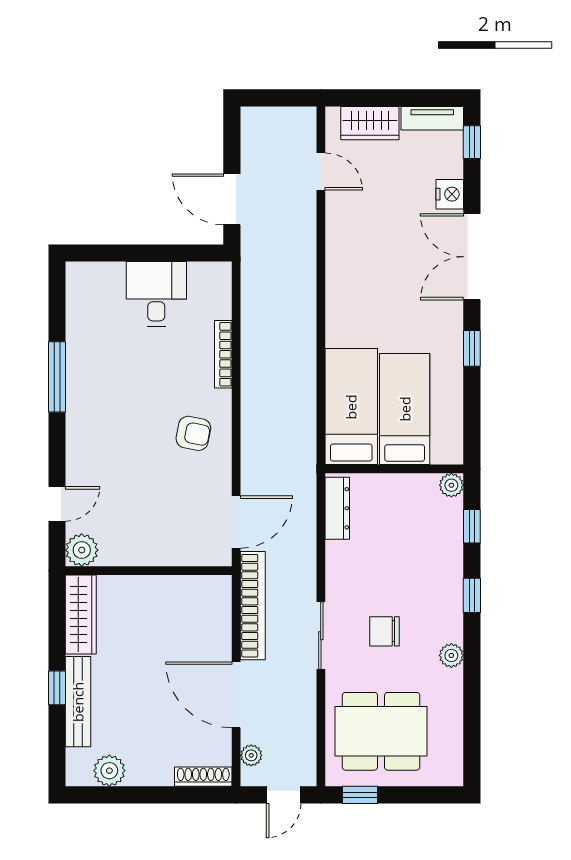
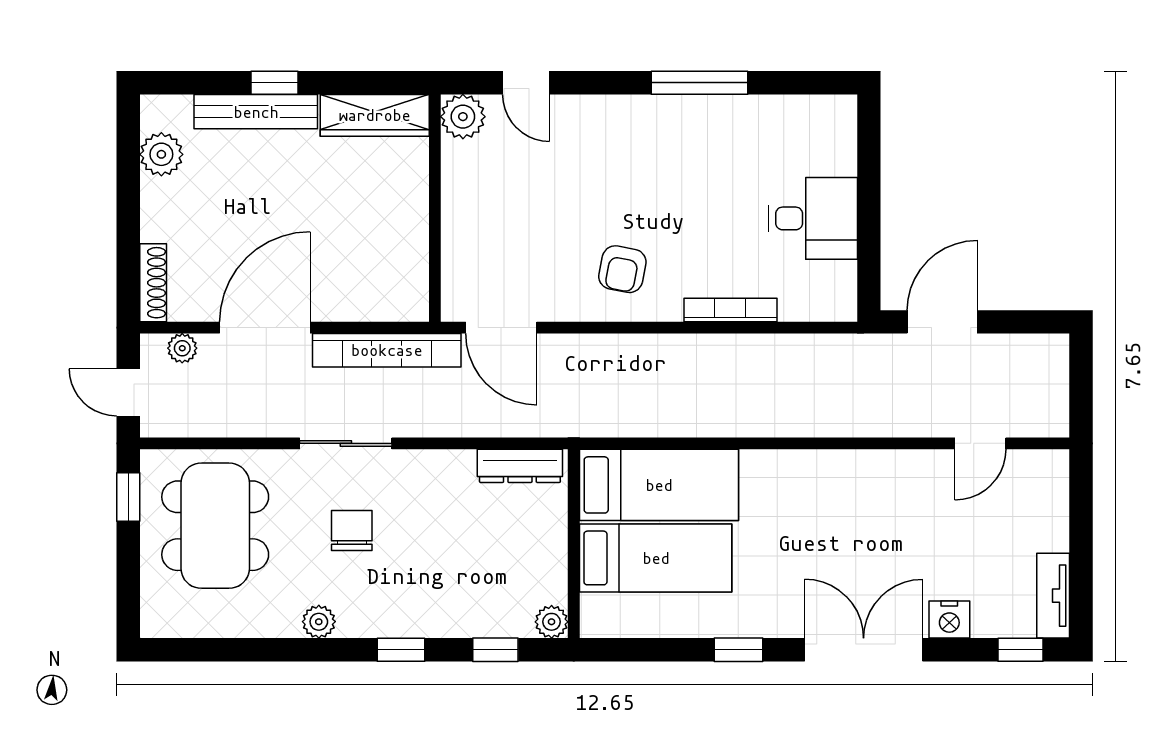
wardrobe: (370, 123) -> (1047, 510), removed

